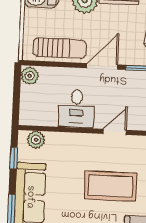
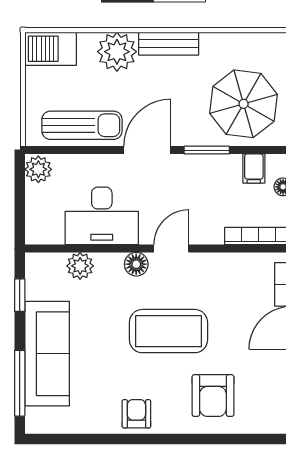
desk: (76, 109) -> (102, 216), width x1.37
plant: (36, 140) -> (80, 266), moved
floor lamp: (91, 141) -> (136, 264), added

